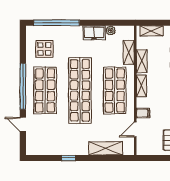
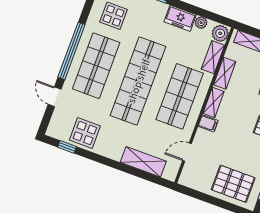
plant: (128, 33) -> (220, 33), added
filing cabinet: (143, 113) -> (208, 123), moved
display table: (55, 143) -> (85, 133), added
window: (69, 158) -> (67, 147), moved

